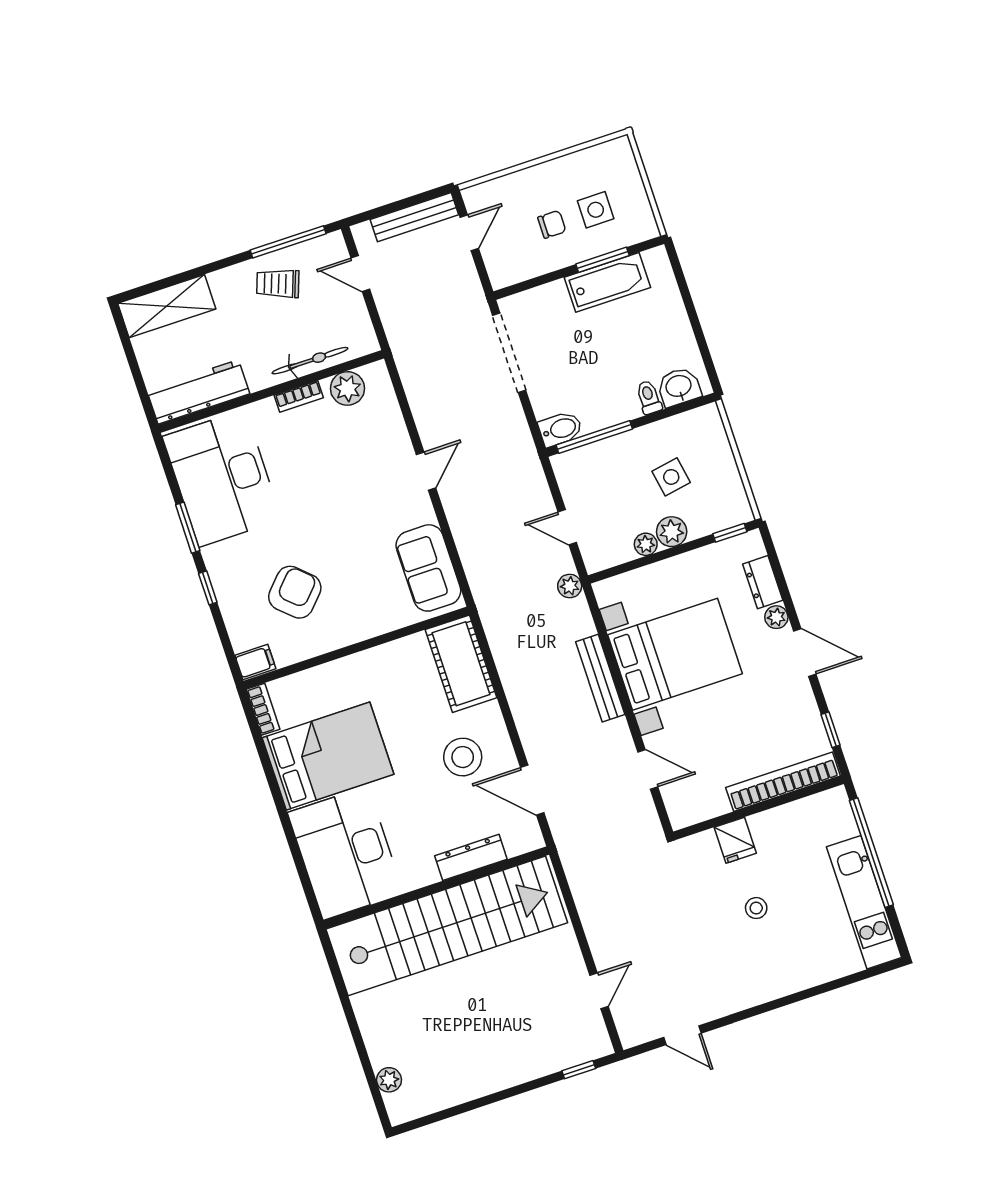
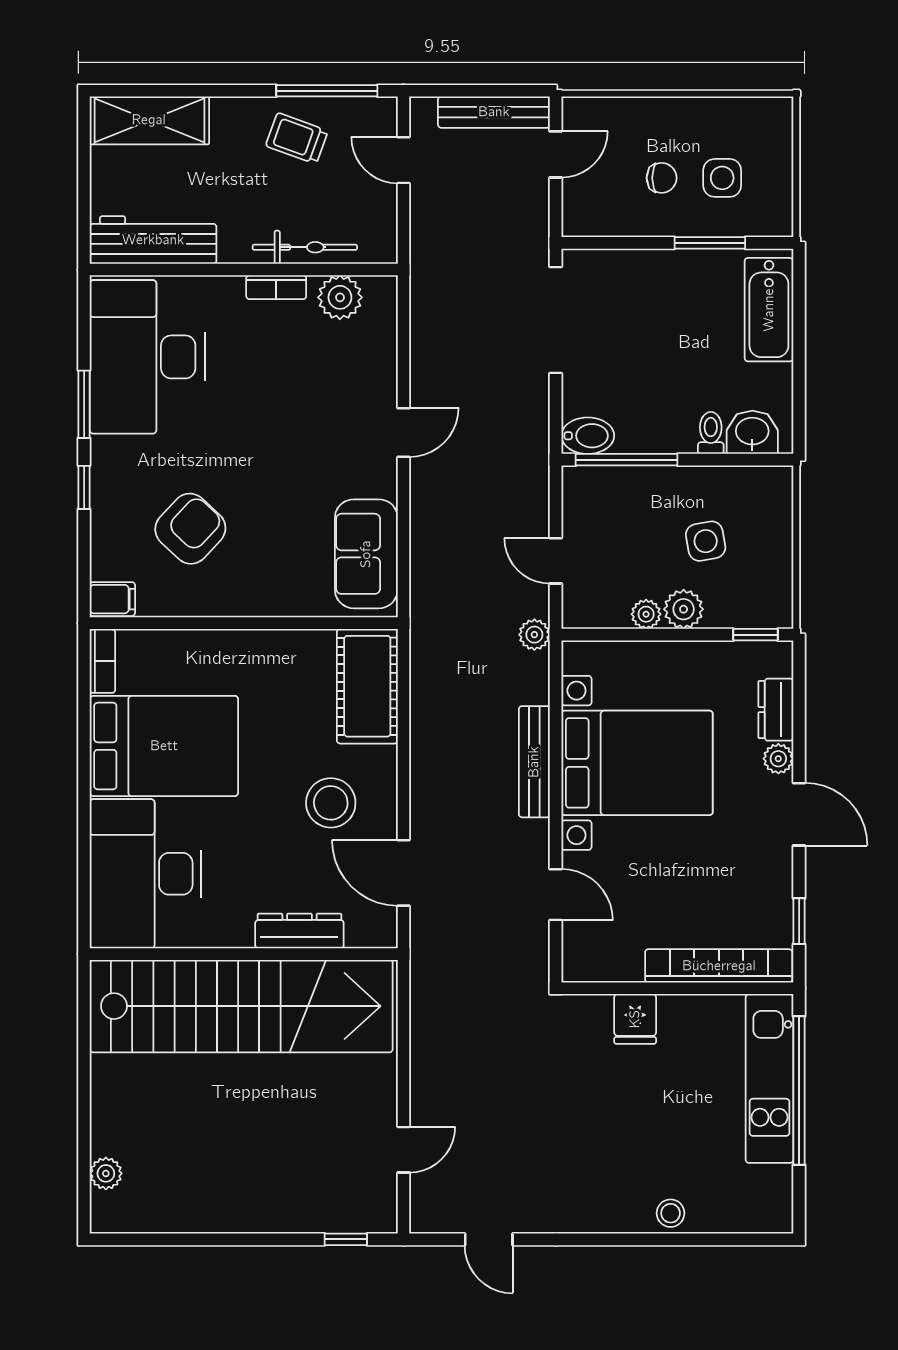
bathtub: (607, 282) -> (769, 310), moved, turned 90
kitchen unit: (864, 902) -> (770, 1078), moved
stool: (756, 908) -> (671, 1213), moved

